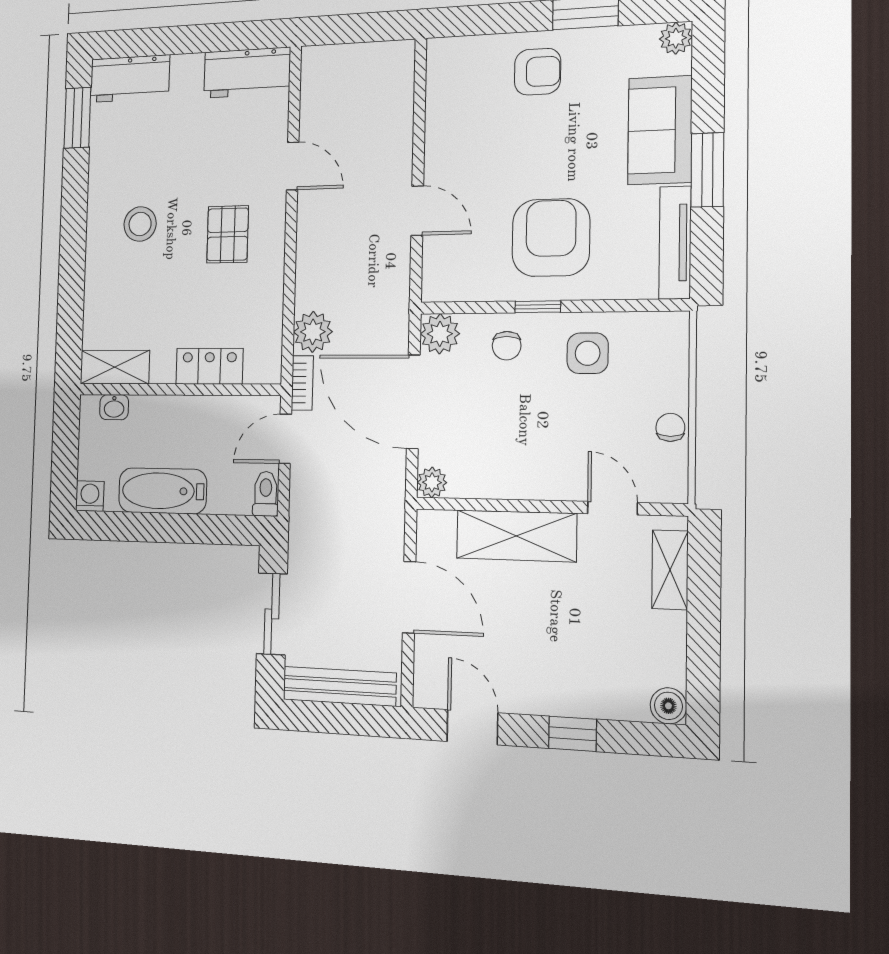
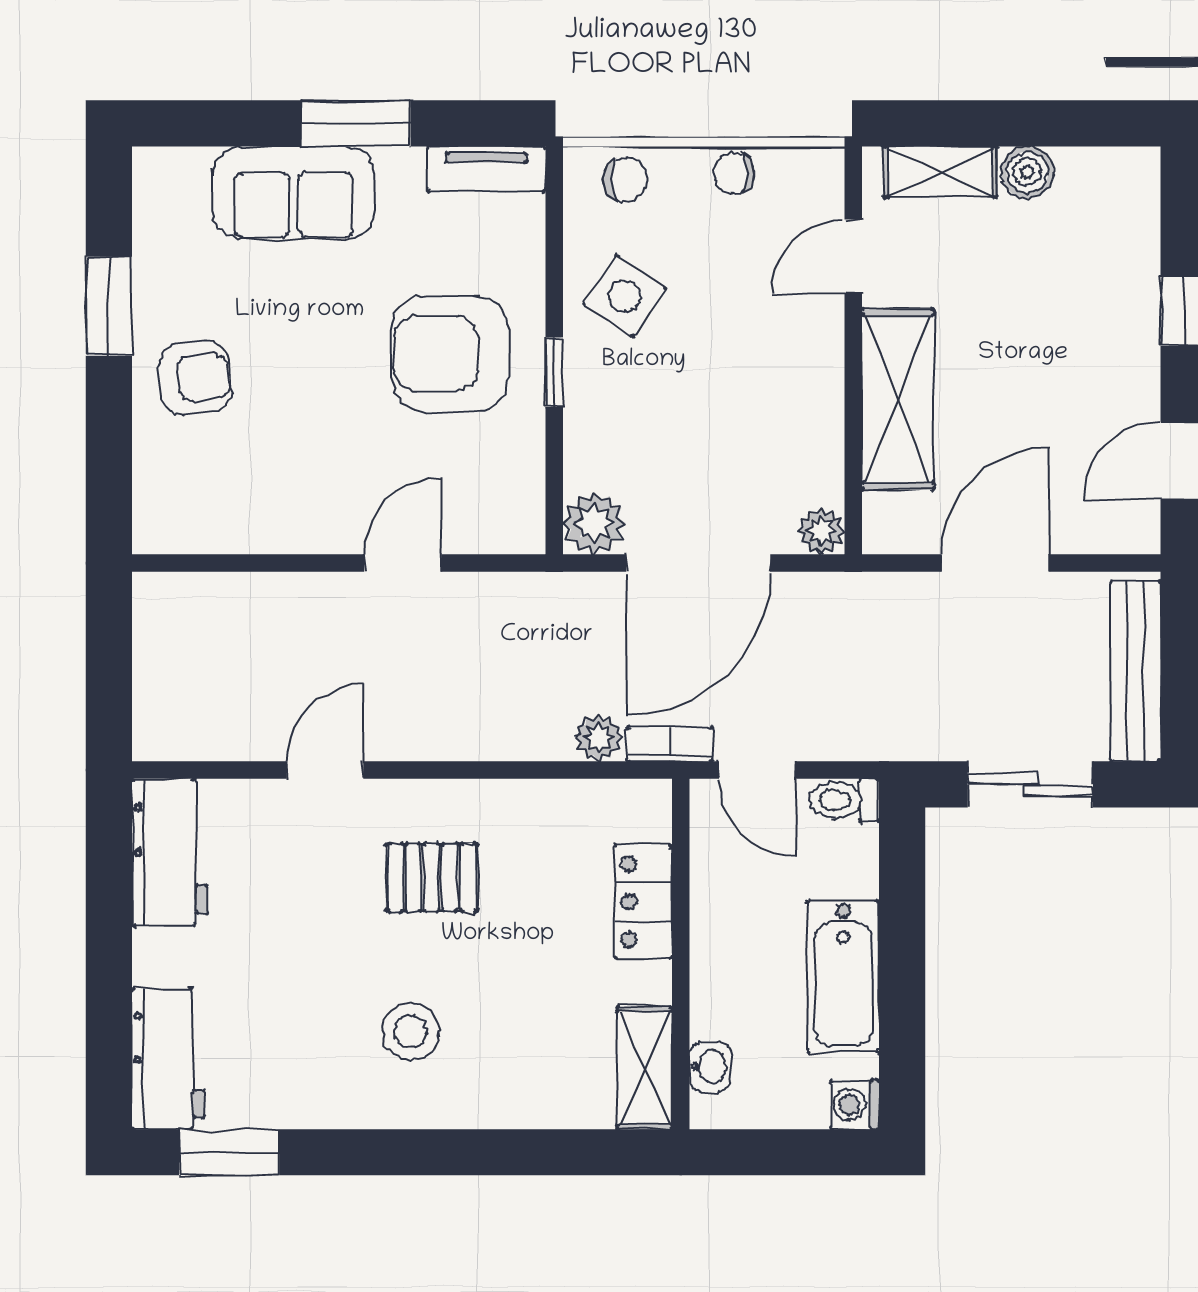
plant: (676, 38) -> (156, 171), removed
armchair: (538, 72) -> (195, 378), turned 83
tv unit: (675, 243) -> (486, 169), width x0.71
plant: (313, 332) -> (598, 738), width x0.73, depth x0.73
chair: (507, 346) -> (625, 179), moved
side table: (588, 353) -> (625, 296), turned 34
boiler: (668, 706) -> (1027, 172), moved

